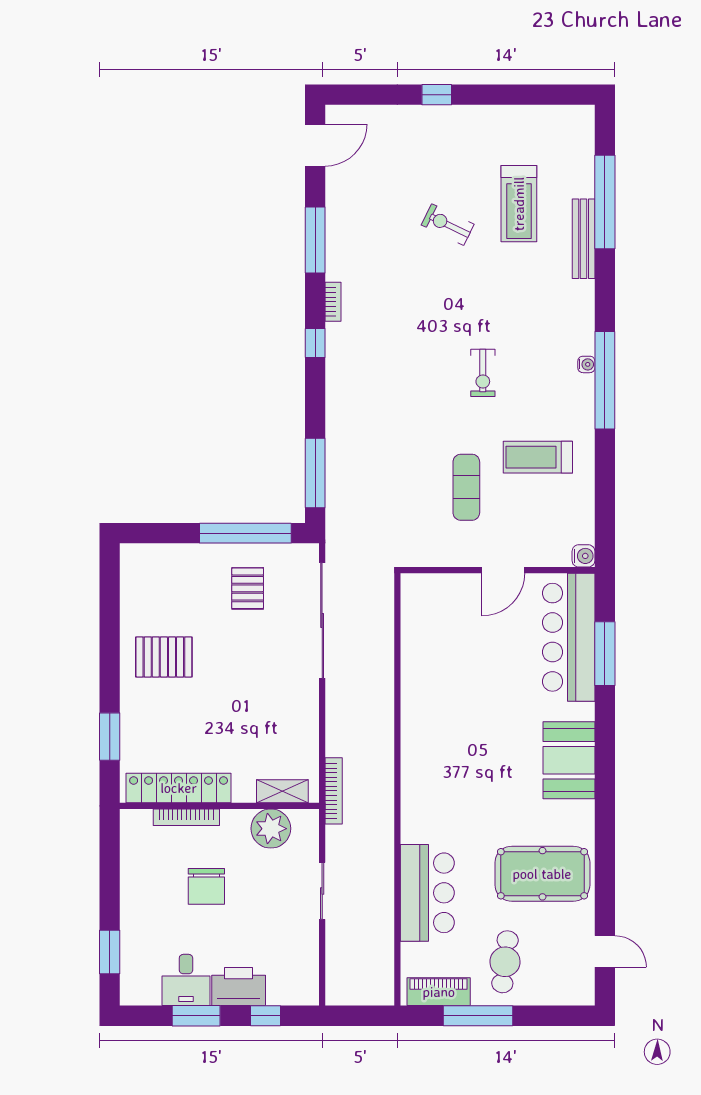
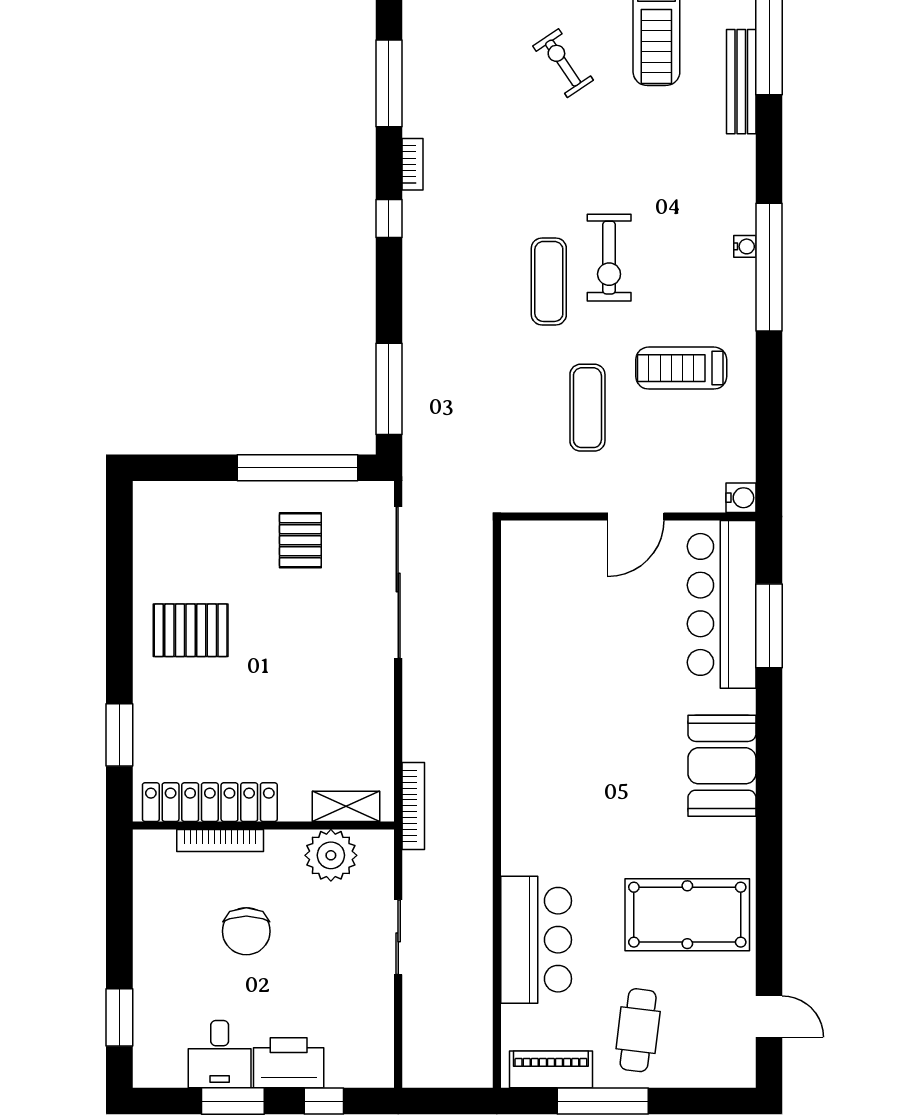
exercise bike: (448, 225) -> (563, 63), turned 30
exercise bike: (483, 373) -> (609, 258), width x1.38, depth x1.39
exercise mat: (437, 391) -> (549, 281), added

